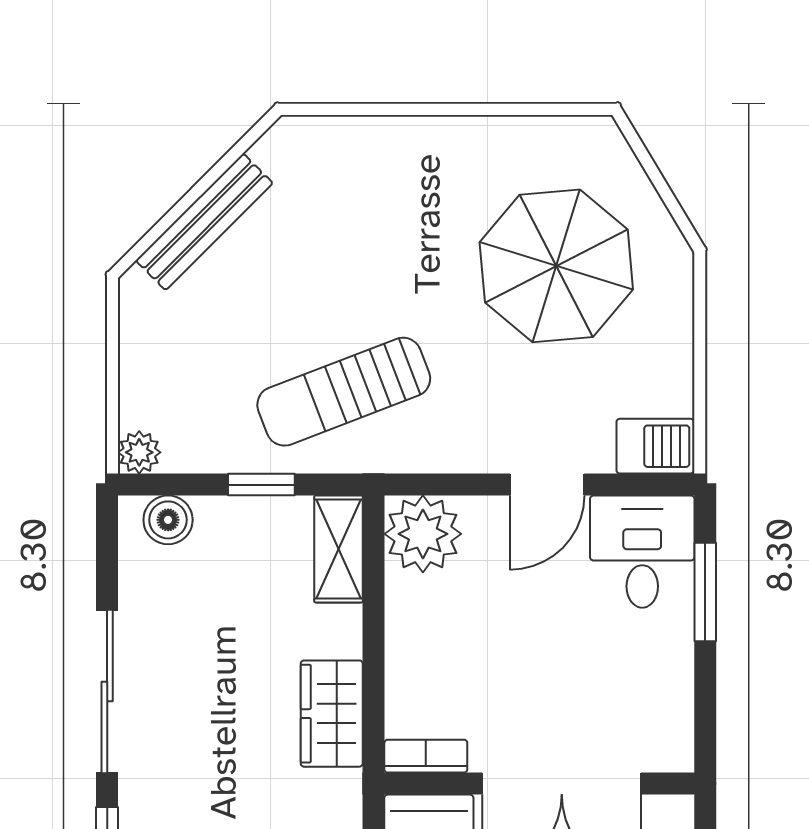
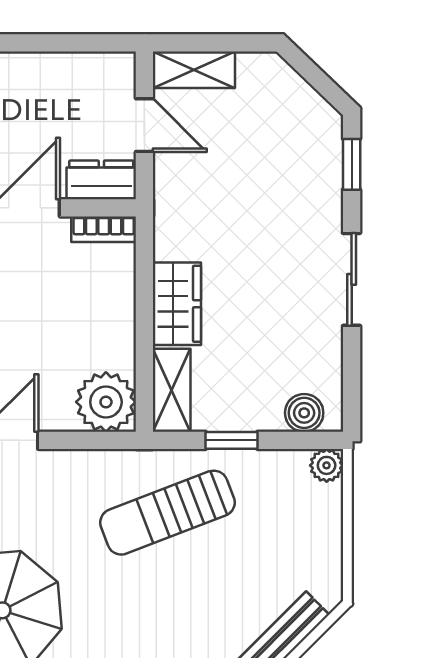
sun lounger: (344, 392) -> (167, 513), turned 180
sliding door: (107, 692) -> (352, 279), width x0.73
wardrobe: (332, 714) -> (177, 304), moved

